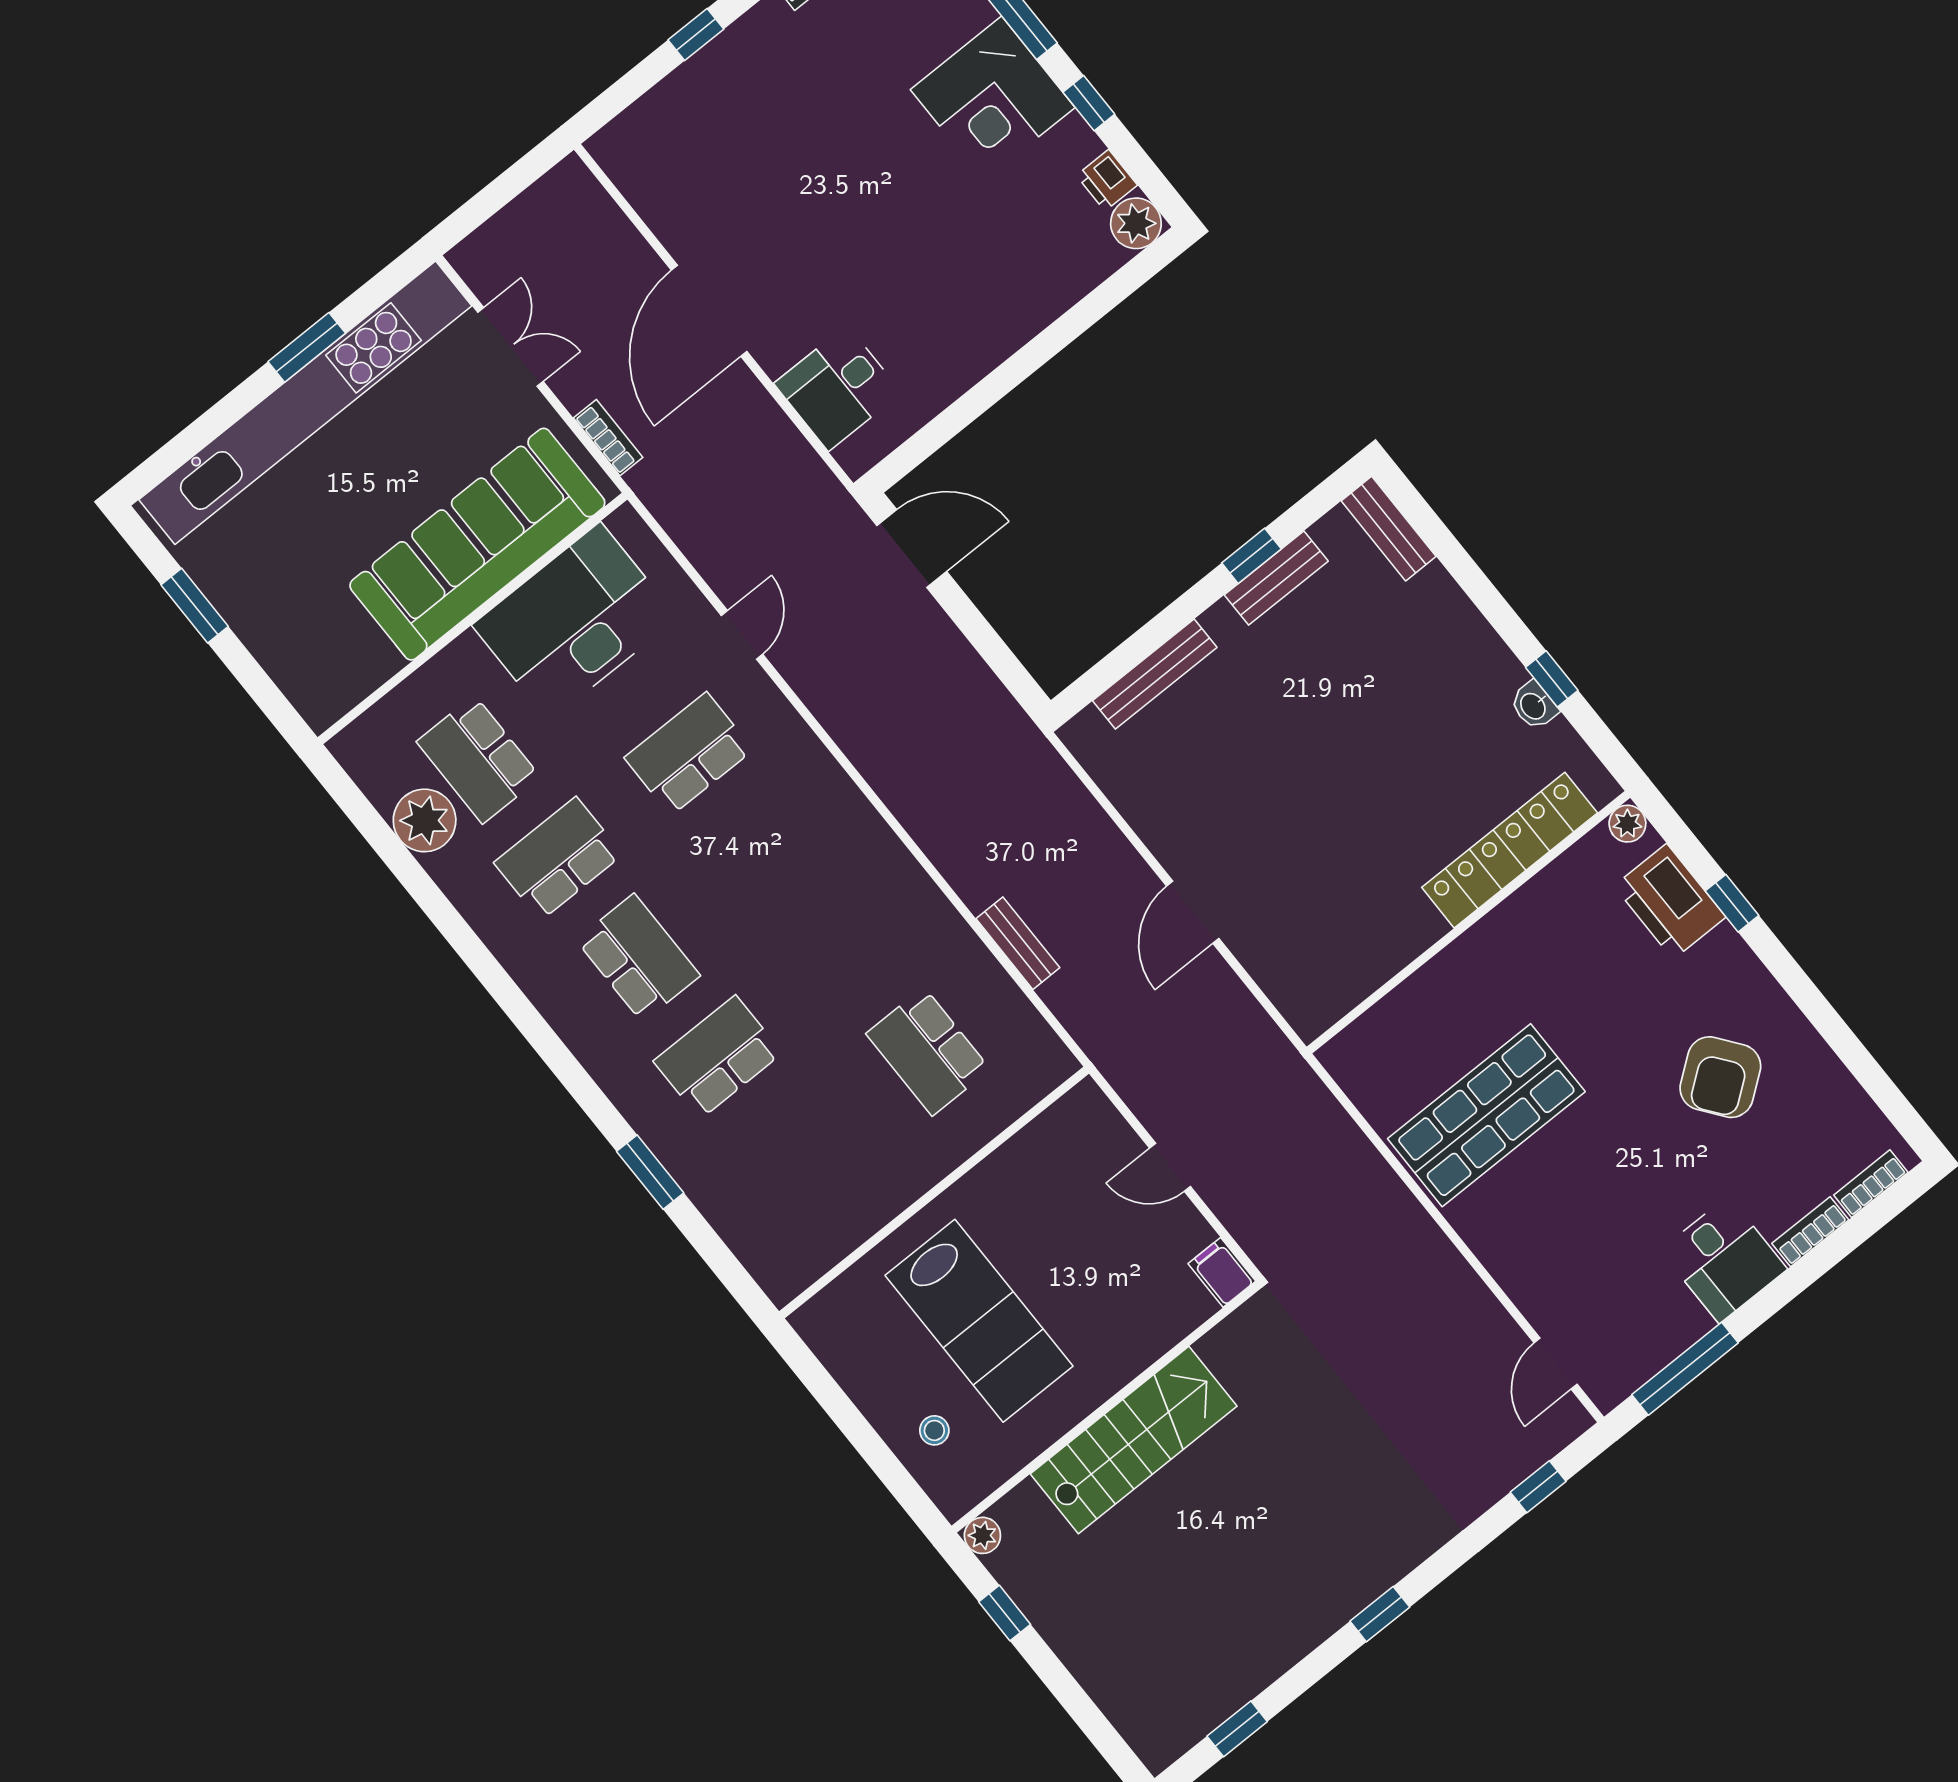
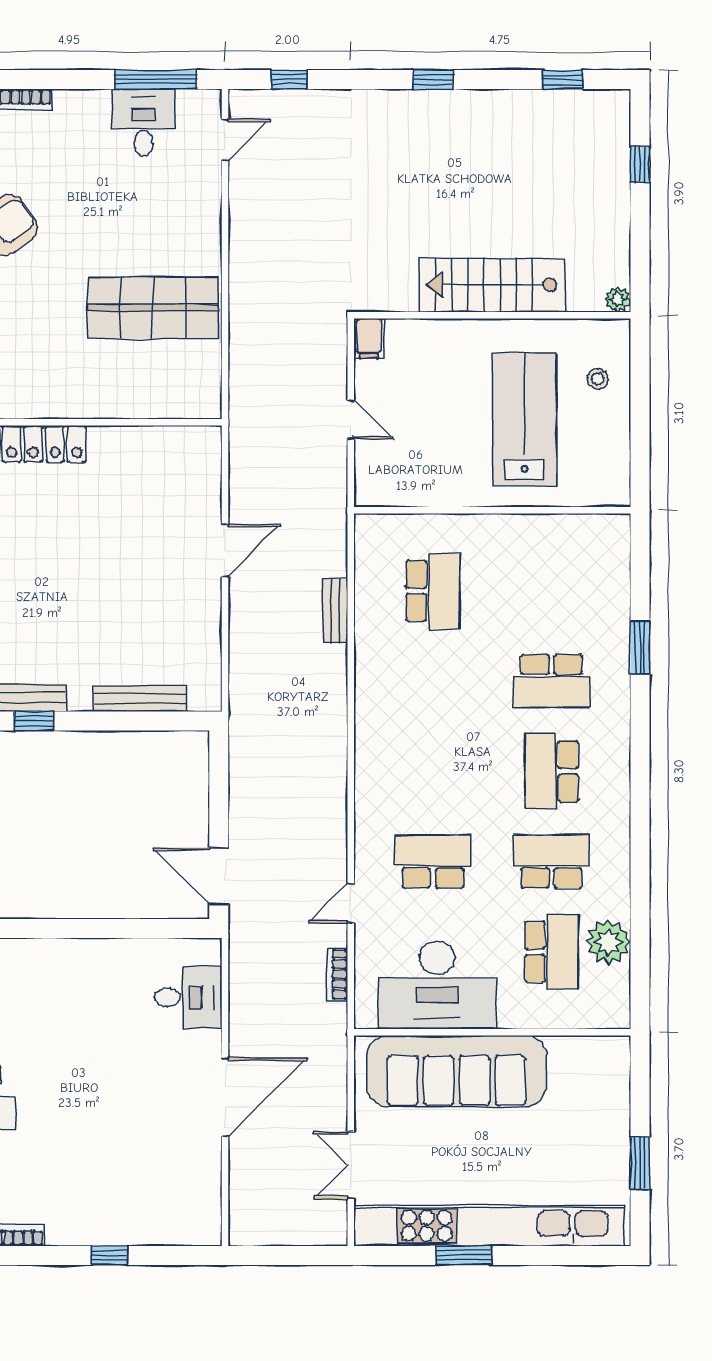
bookcase: (608, 438) -> (337, 974), moved
school desk: (689, 754) -> (433, 861), turned 180
school desk: (558, 859) -> (552, 861), turned 180
desk: (1724, 1260) -> (143, 123), moved
window: (1005, 1613) -> (640, 164), moved

